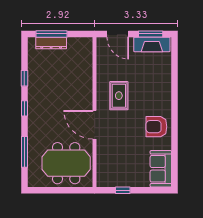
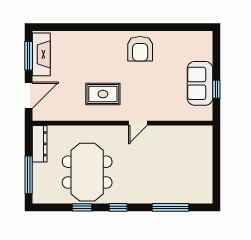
dresser: (51, 43) -> (40, 144), moved
door: (95, 125) -> (138, 123), width x0.53
meeting table: (66, 163) -> (87, 172), moved
sofa: (161, 169) -> (200, 83), moved, turned 90

